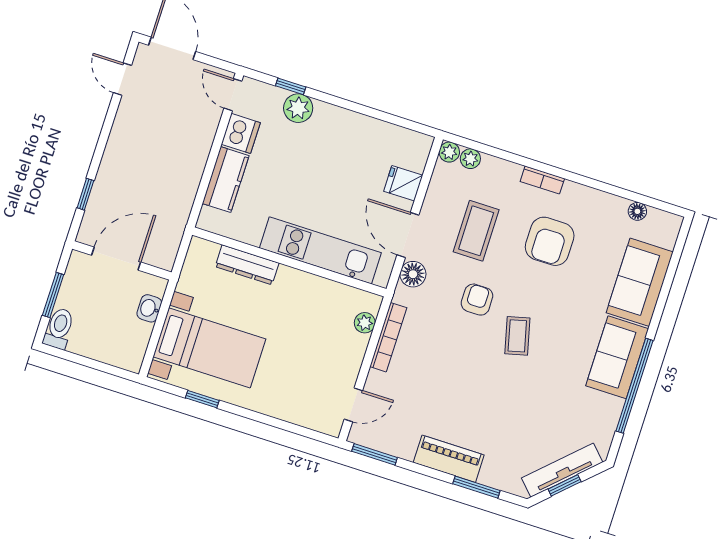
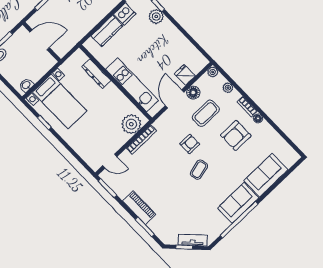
plant: (470, 159) -> (228, 88), moved
floor lamp: (637, 211) -> (258, 118), moved
floor lamp: (413, 274) -> (193, 93), moved
washbasin: (149, 308) -> (26, 85), moved
plant: (365, 323) -> (131, 124), width x1.88, depth x1.88
tv unit: (562, 470) -> (193, 240), width x0.71

